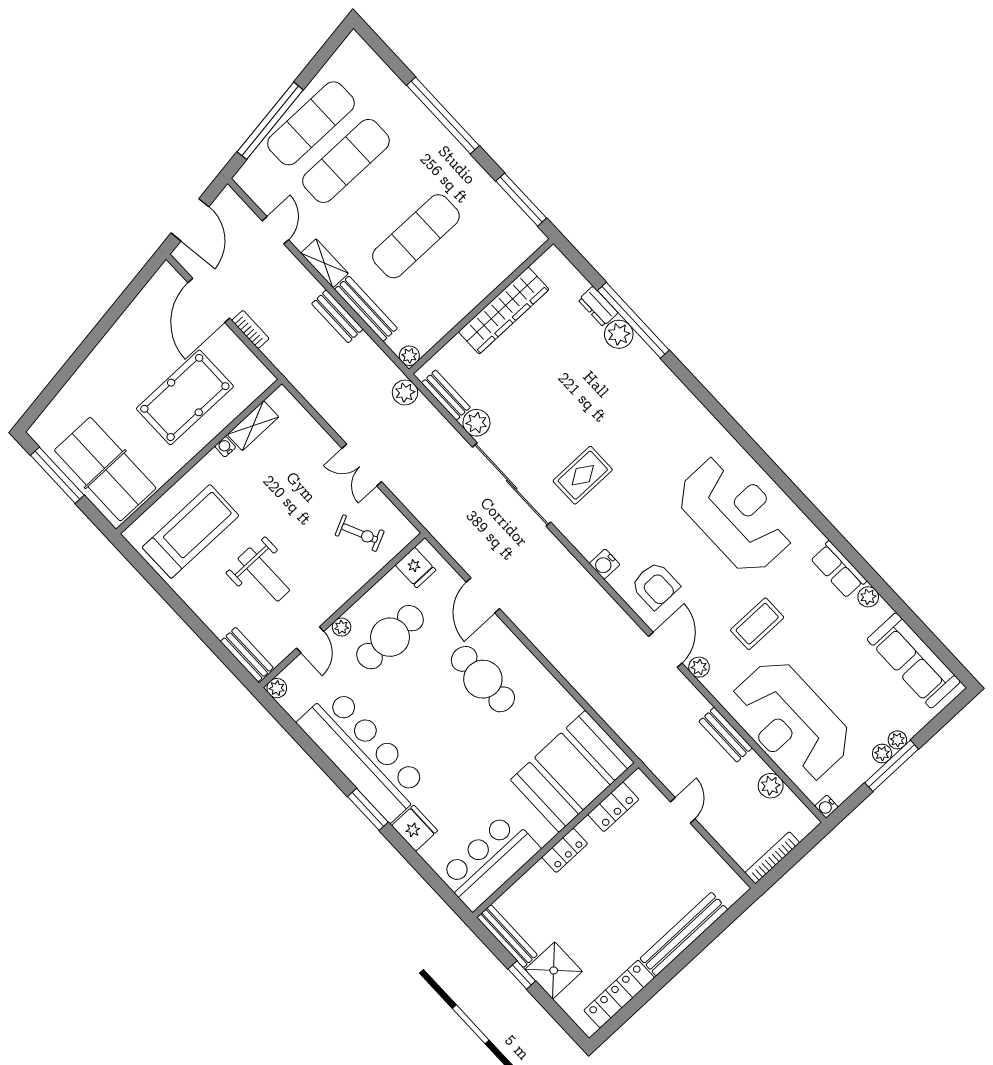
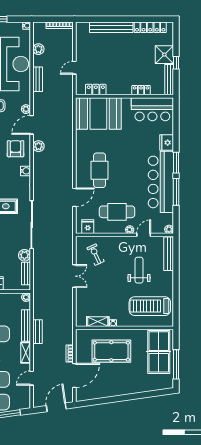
plant: (405, 393) -> (39, 146), moved
bench: (247, 655) -> (169, 254), width x1.36
window: (323, 761) -> (176, 192), added
locker: (565, 850) -> (141, 90), moved

